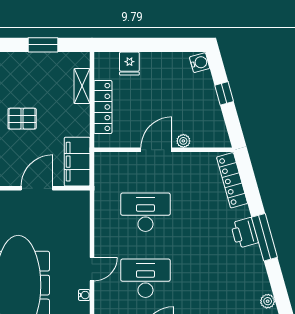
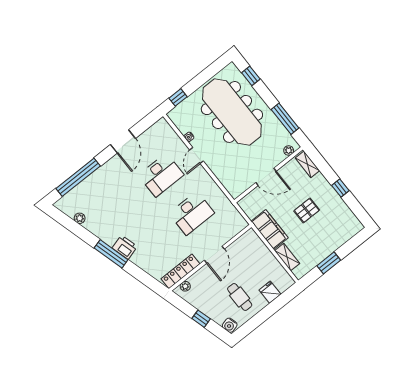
cafe table: (165, 84) -> (240, 297), added
locker: (103, 107) -> (265, 255), removed
plant: (183, 141) -> (185, 286), moved
filing cabinet: (77, 162) -> (270, 230), moved
locker: (232, 180) -> (180, 271), moved, turned -74
door: (37, 188) -> (266, 177), hinge flipped

